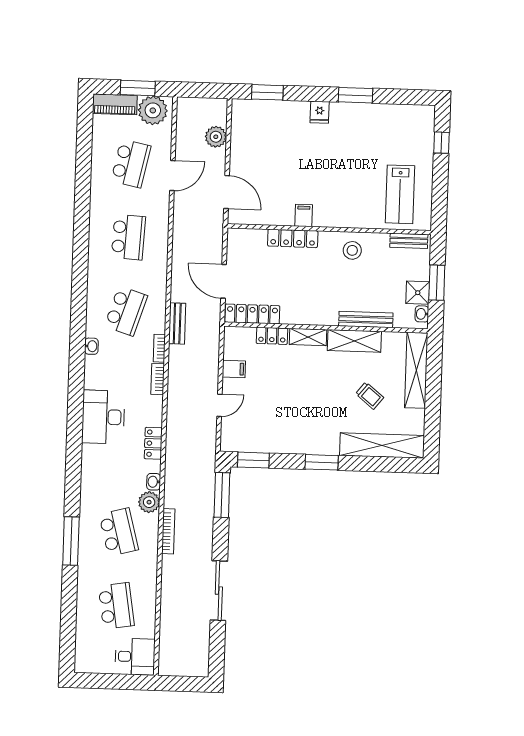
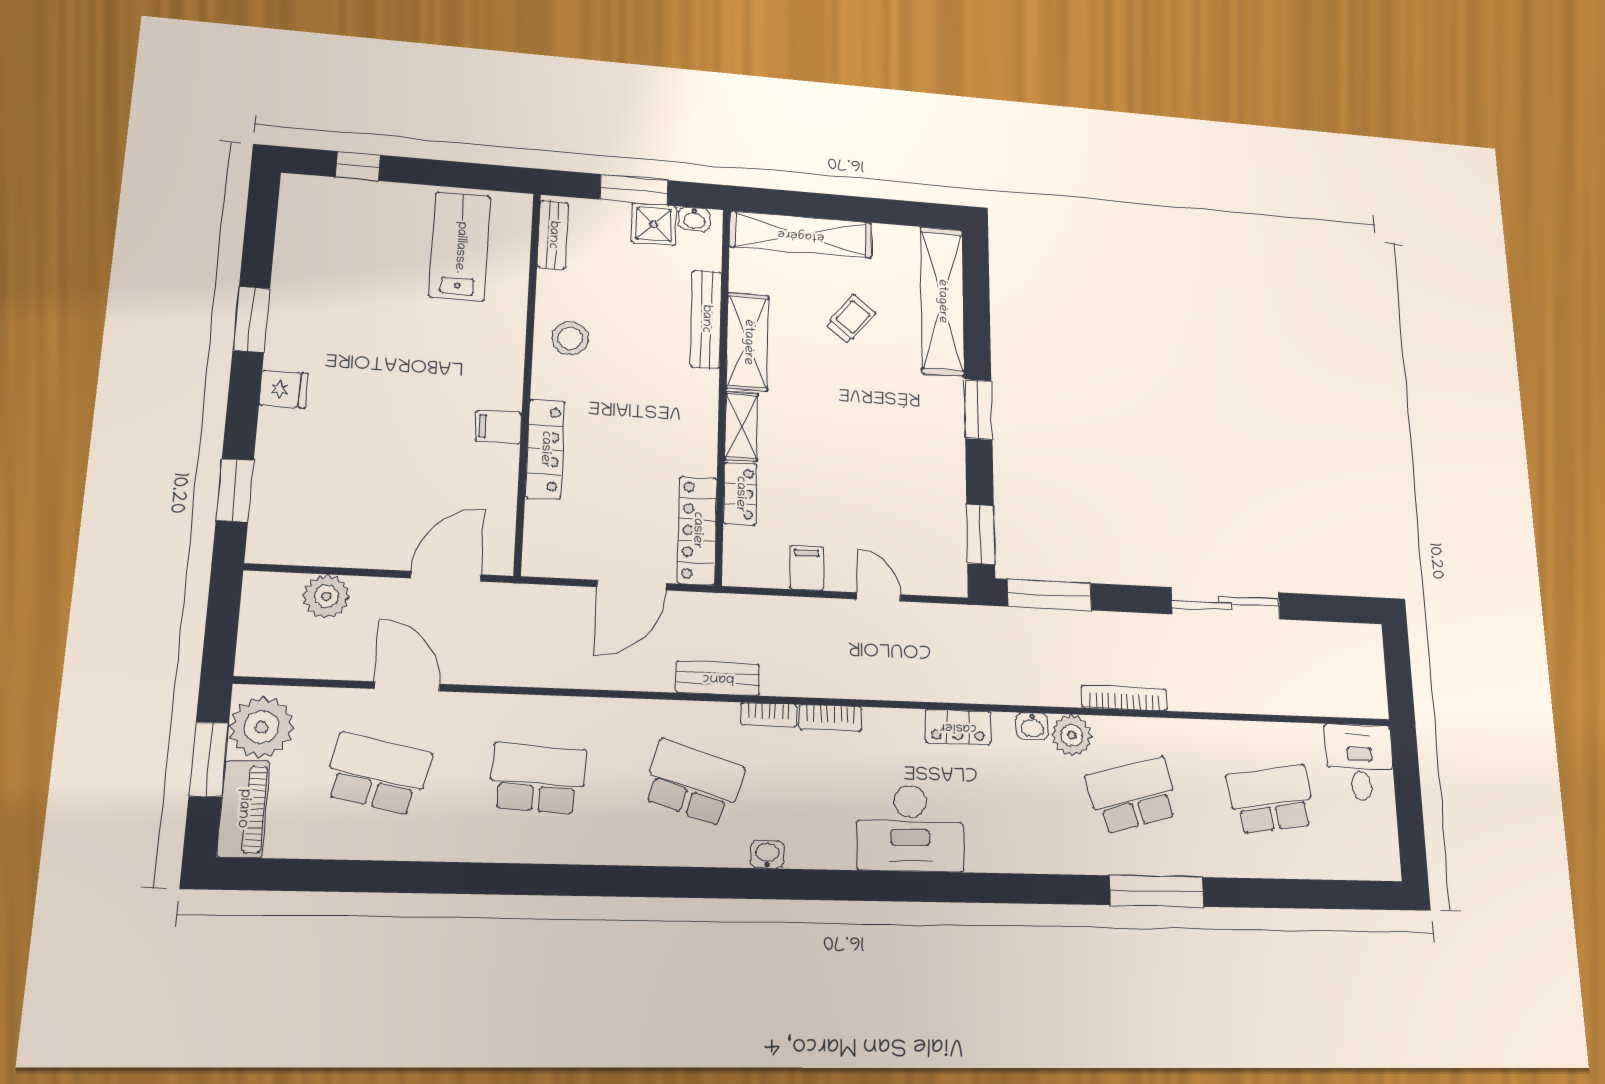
lab bench: (400, 194) -> (460, 246), turned -90

